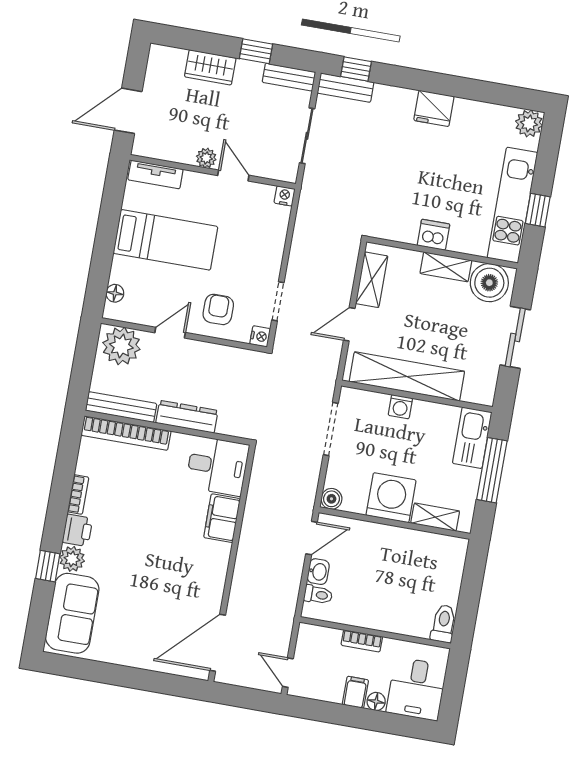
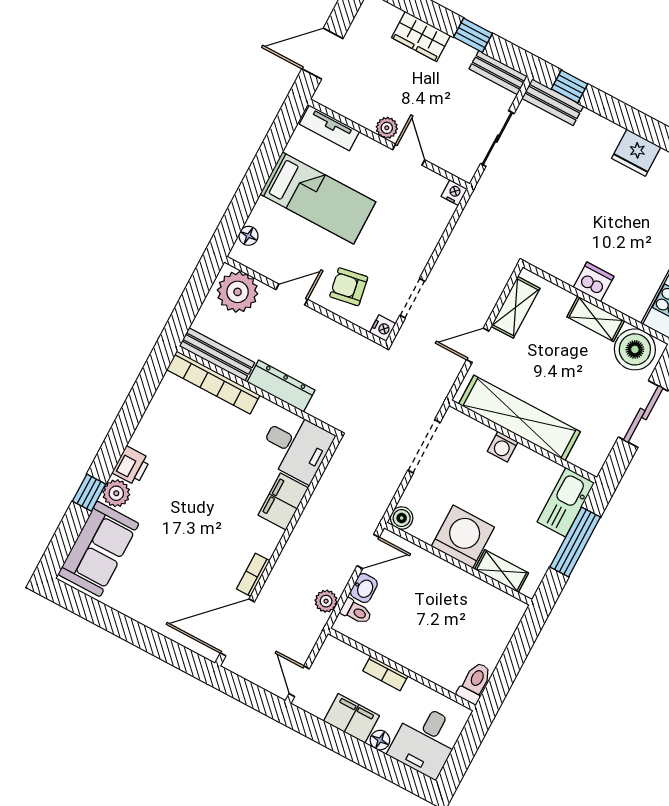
armchair: (218, 309) -> (349, 287), turned -100
bookcase: (78, 494) -> (253, 575), moved, turned 180
plant: (289, 594) -> (326, 601), added
filing cabinet: (355, 692) -> (351, 718), width x2.00

